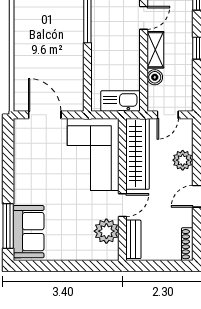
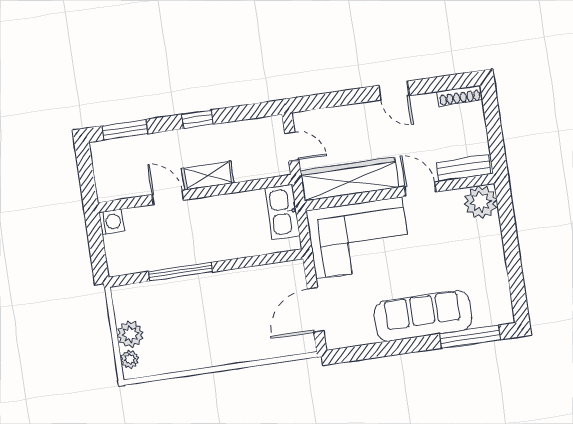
boiler: (155, 77) -> (244, 171), removed
plant: (183, 160) -> (349, 118), removed
plant: (106, 231) -> (481, 202), moved
sofa: (29, 232) -> (423, 316), moved, width x1.36

